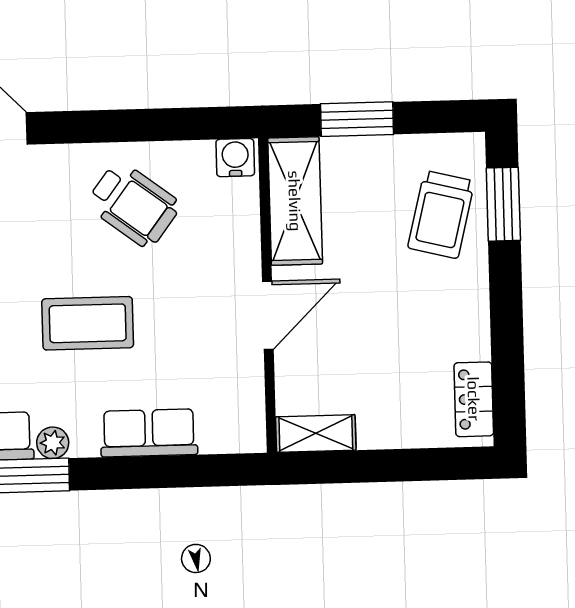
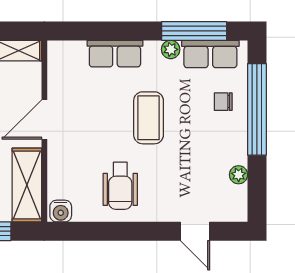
wheelchair: (133, 204) -> (120, 186), turned -127
coffee table: (88, 323) -> (149, 118), turned 90

